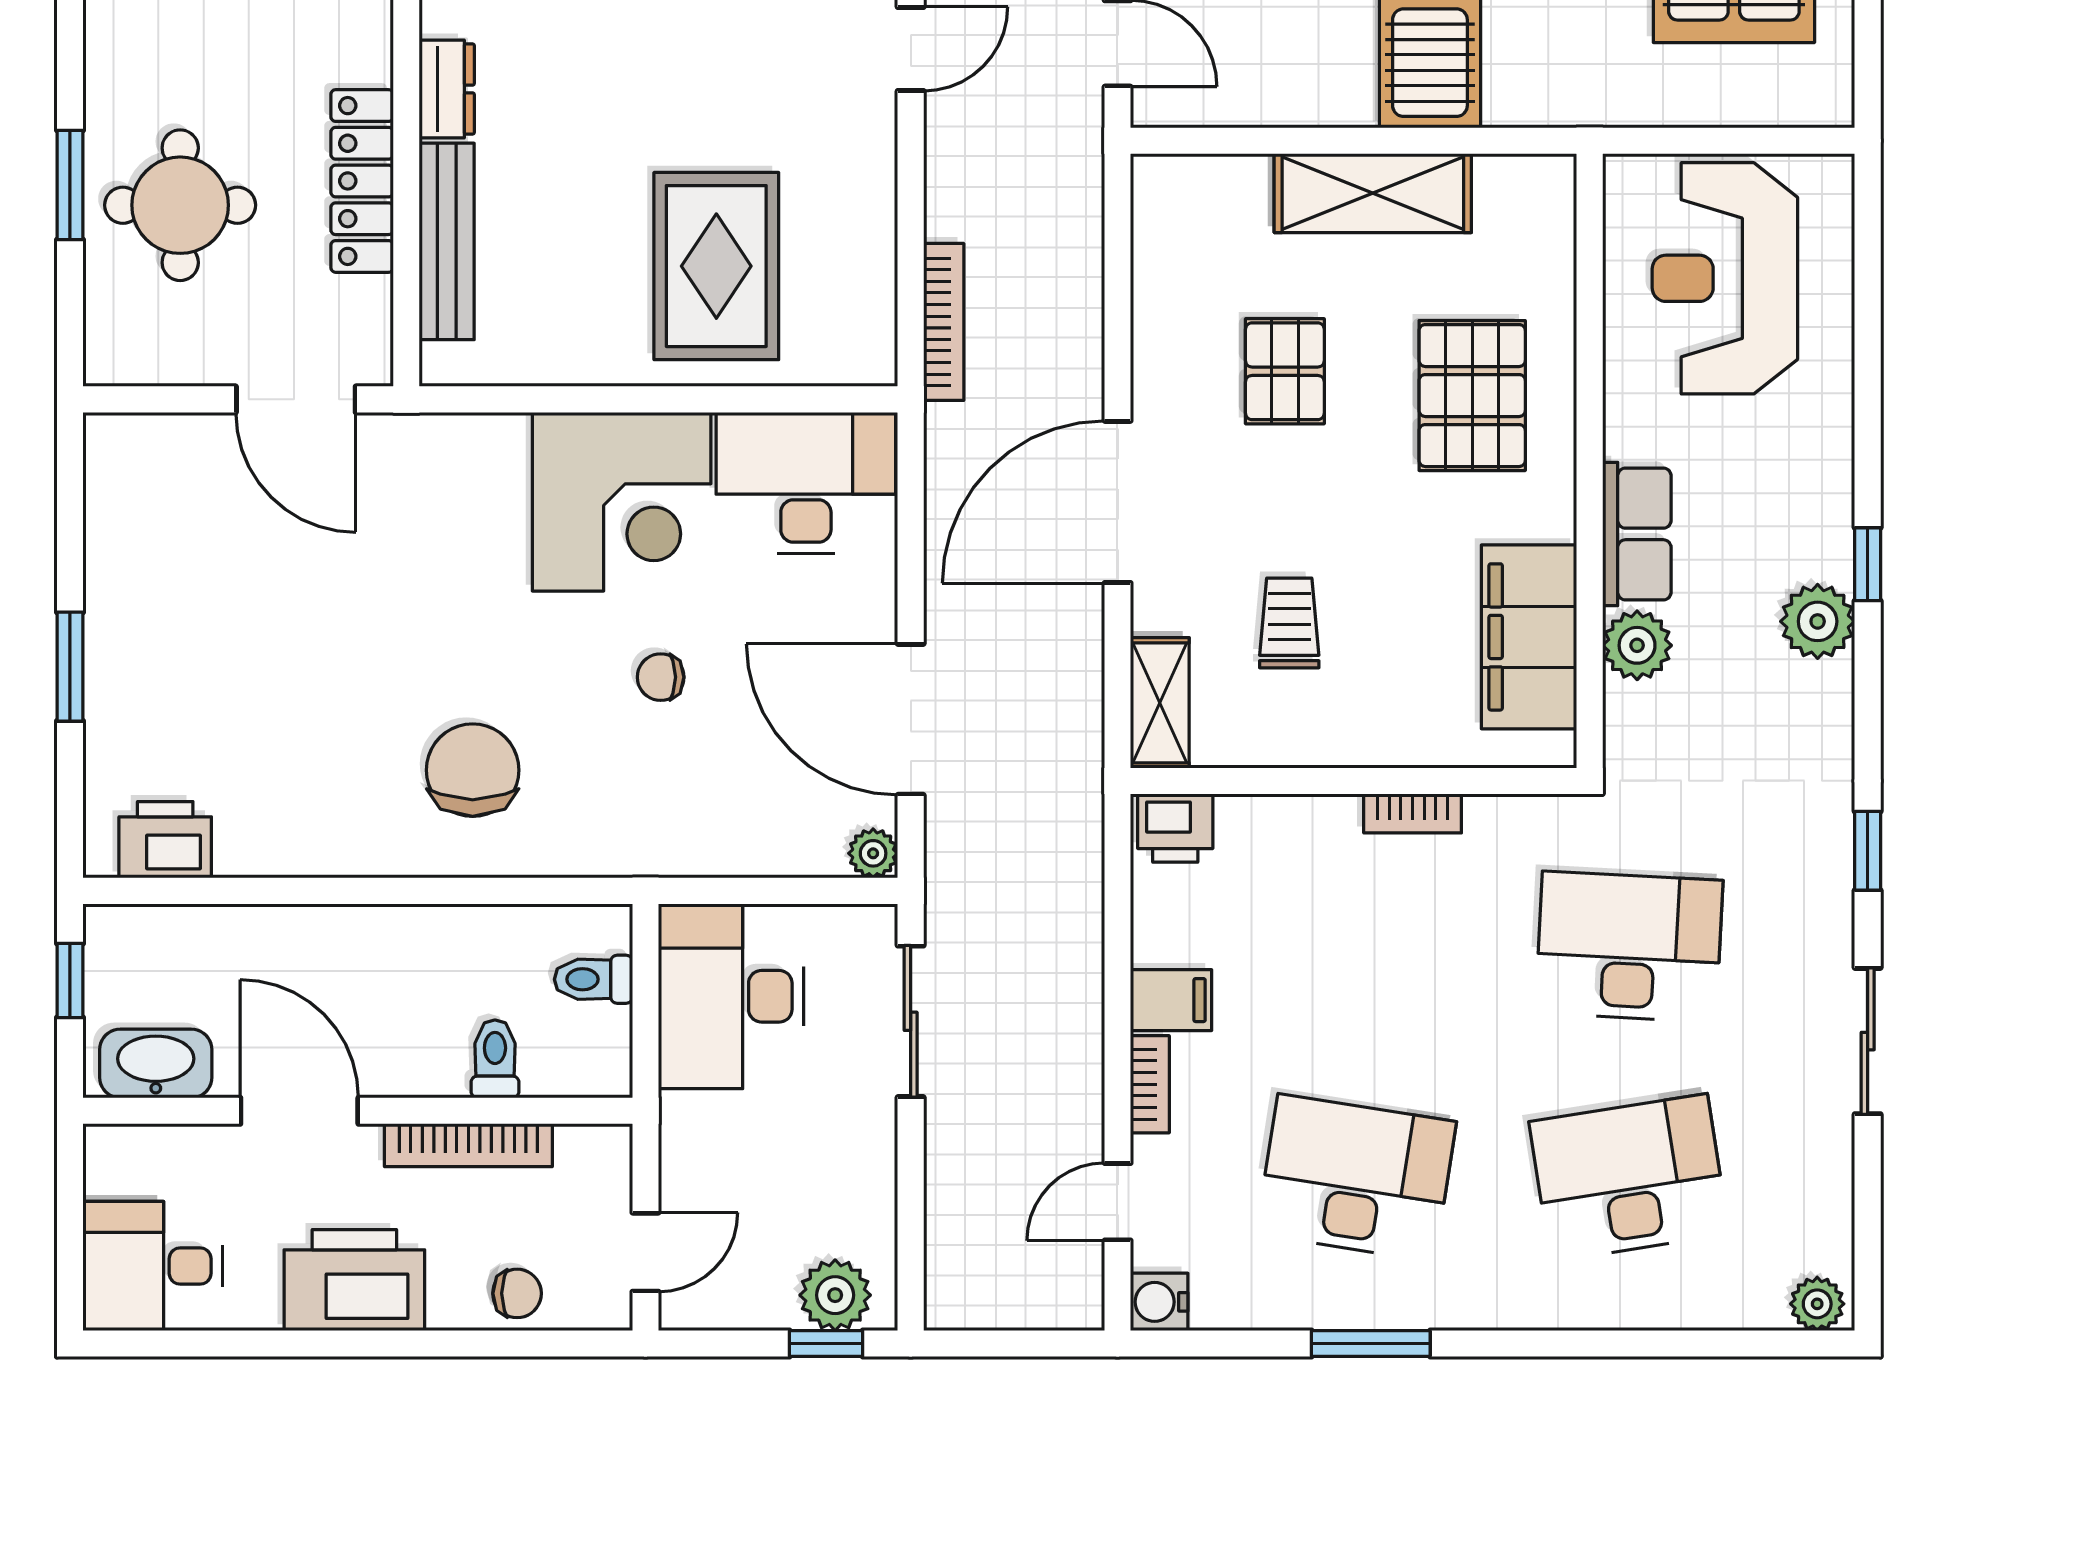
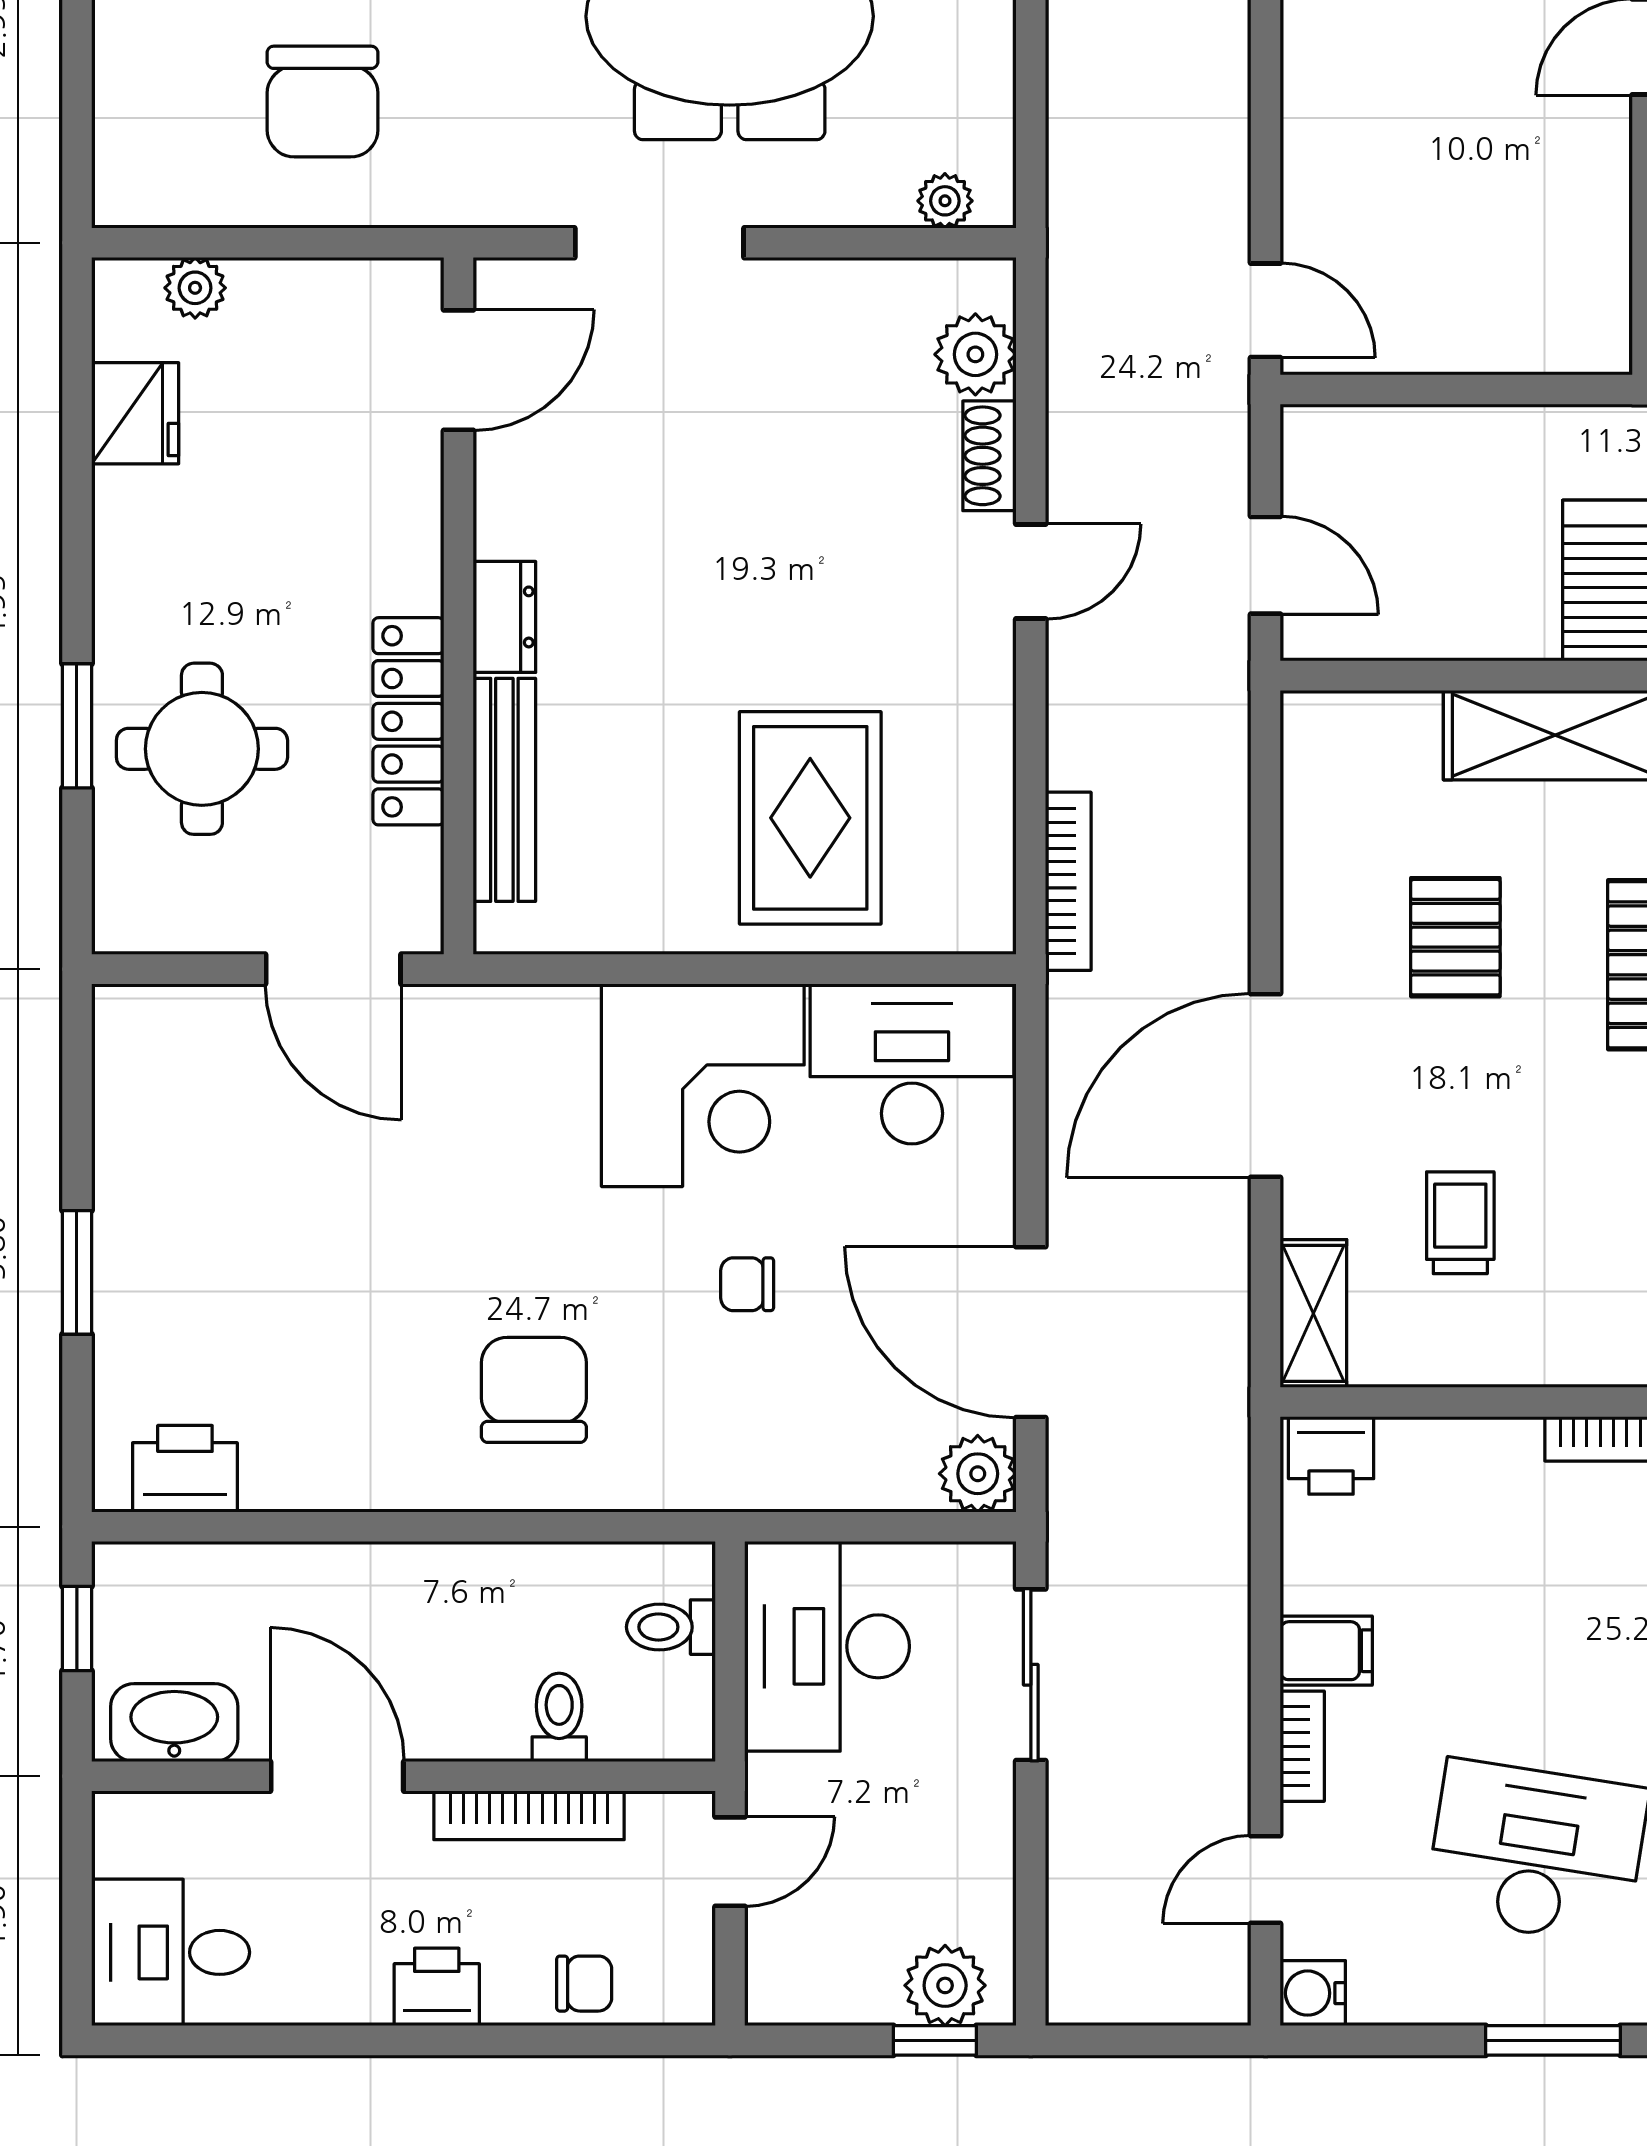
plant: (873, 853) -> (978, 1474), width x1.38, depth x1.38
door: (646, 1252) -> (730, 1862), moved
printer: (354, 1280) -> (437, 1987), width x0.53, depth x0.68

